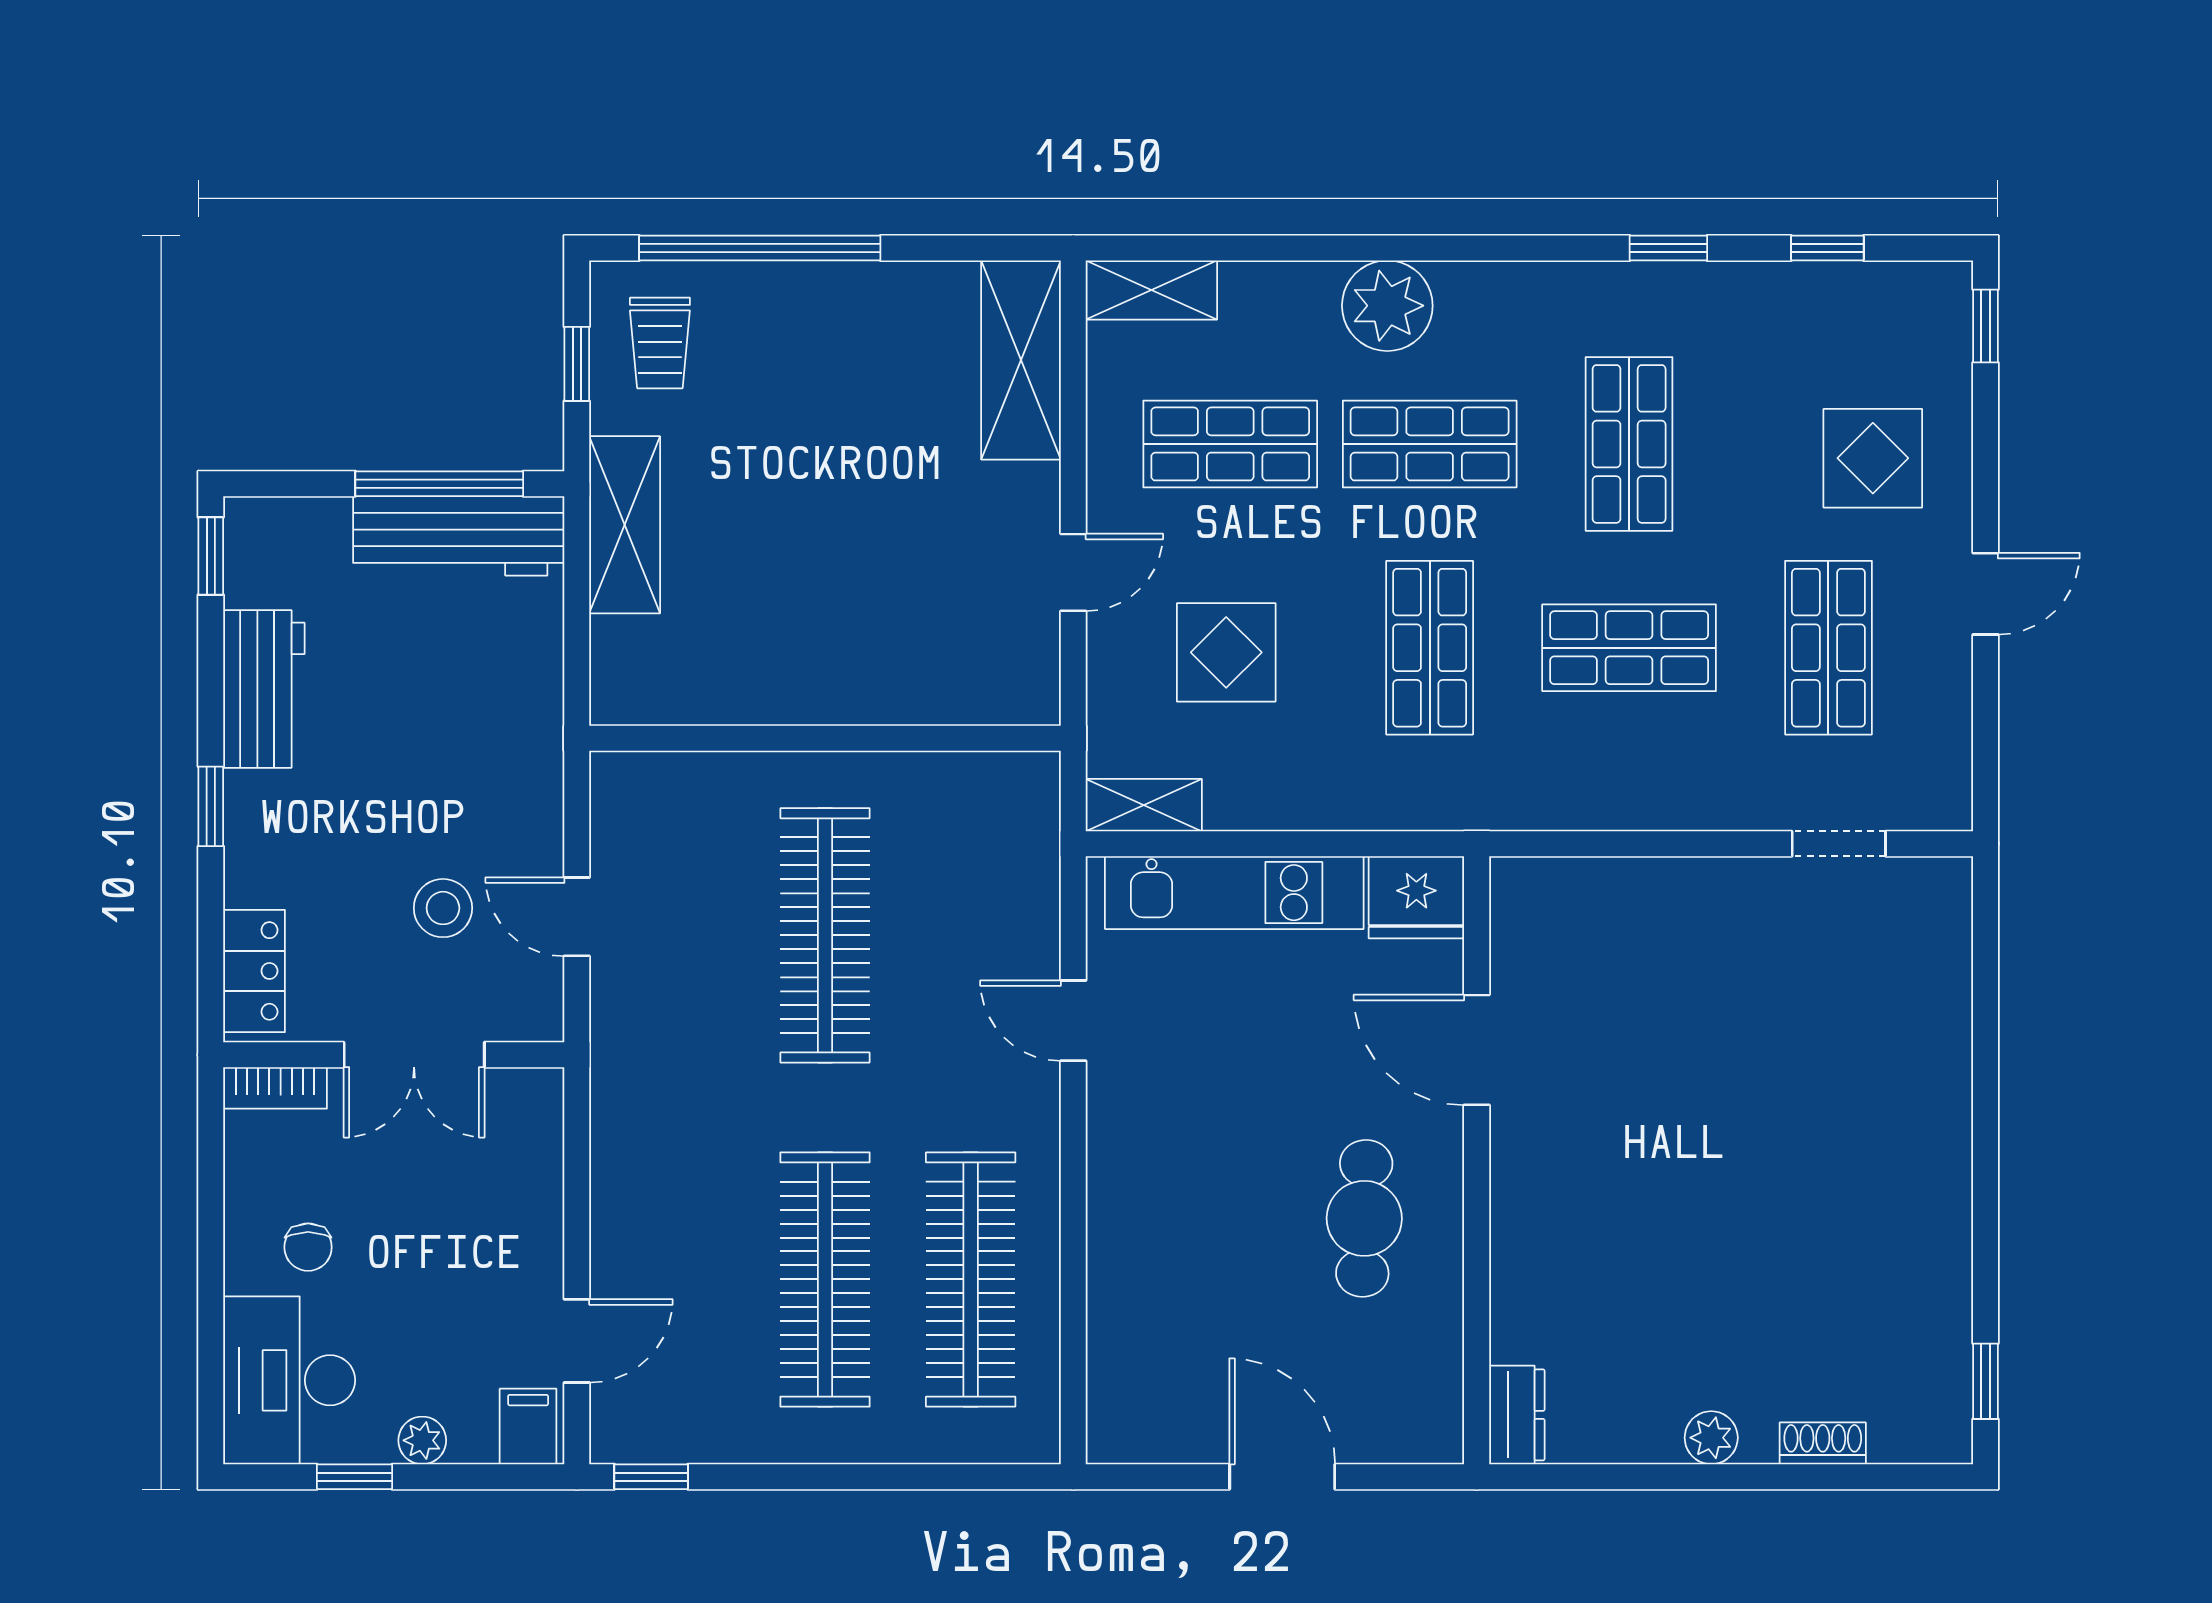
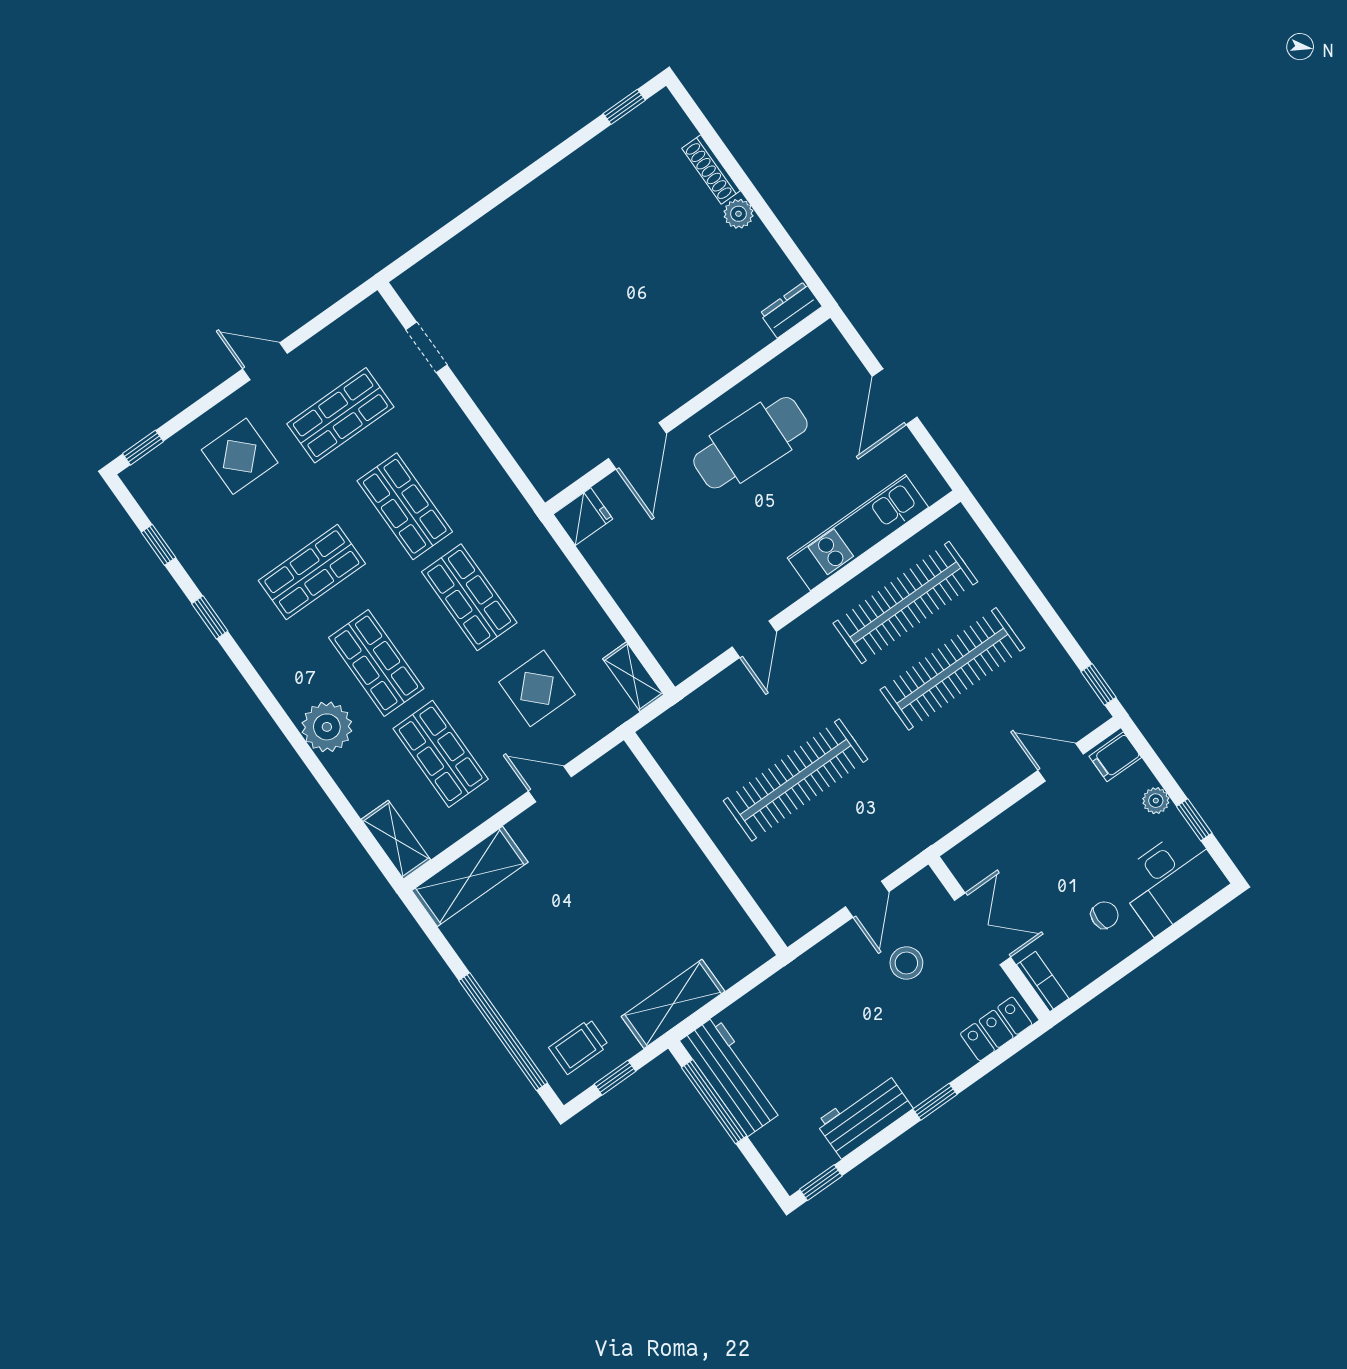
trolley: (660, 343) -> (579, 1046), turned 180
shop shelf: (1430, 648) -> (469, 597), turned 90
kitchen unit: (1234, 893) -> (858, 532), moved, turned -90
fridge: (1416, 897) -> (583, 517), width x0.72
cafe table: (1364, 1218) -> (750, 443), width x1.37, depth x1.35
shoe rack: (1823, 1443) -> (711, 169), width x1.43

